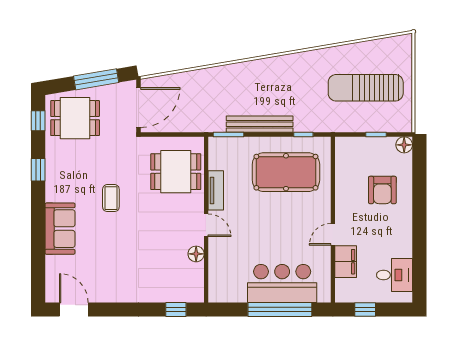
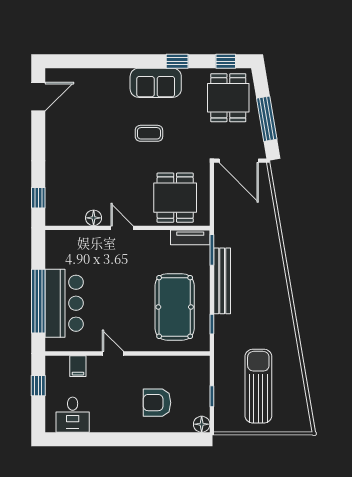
tv unit: (216, 190) -> (190, 237), moved
door: (206, 225) -> (122, 228), swing flipped
sofa: (60, 229) -> (156, 83), moved
filing cabinet: (346, 262) -> (78, 366), width x0.50

